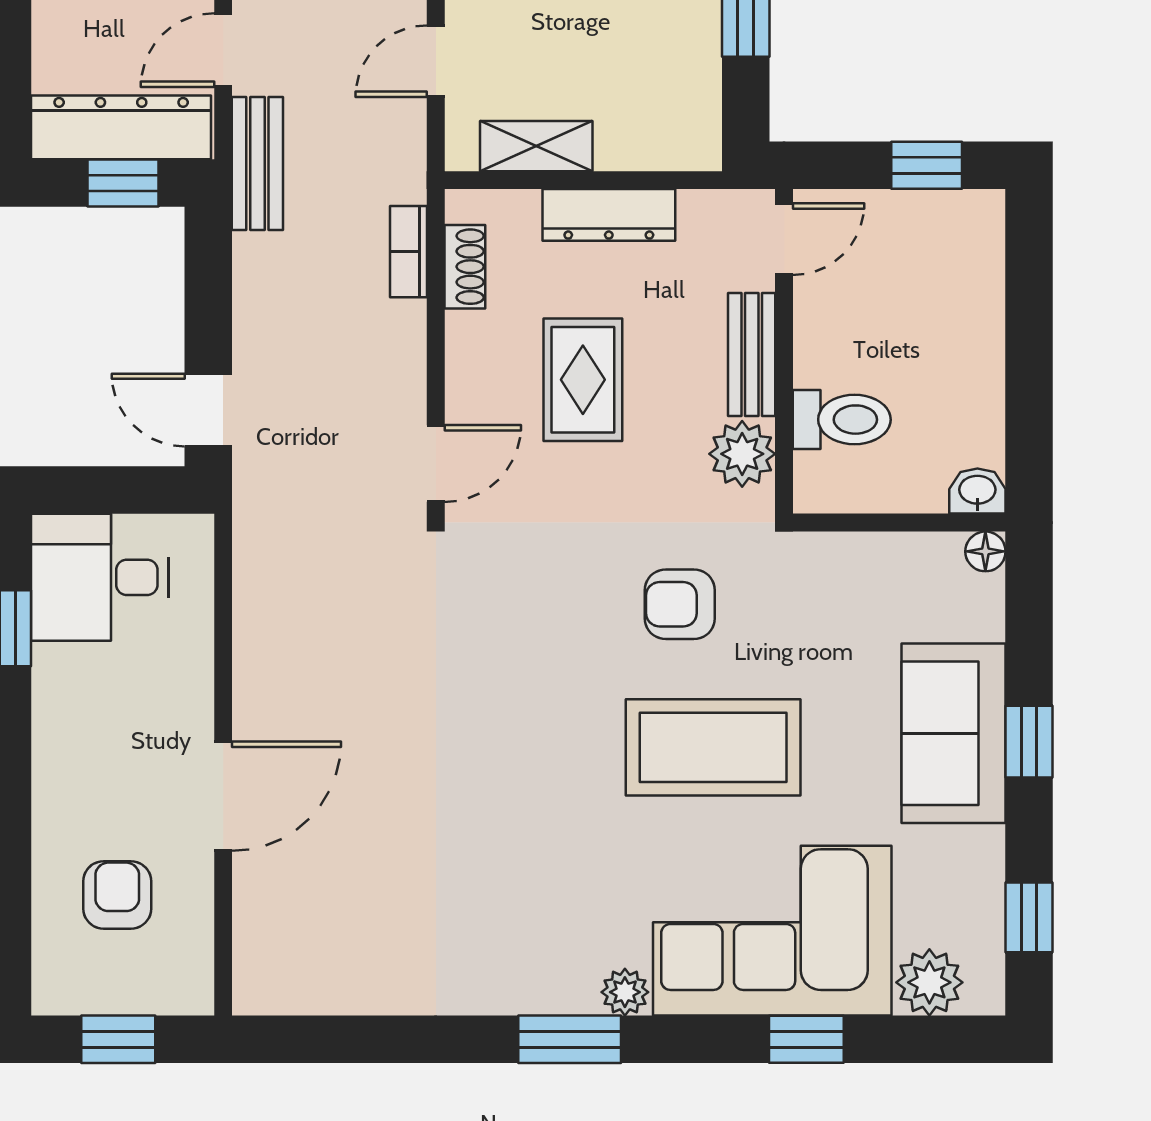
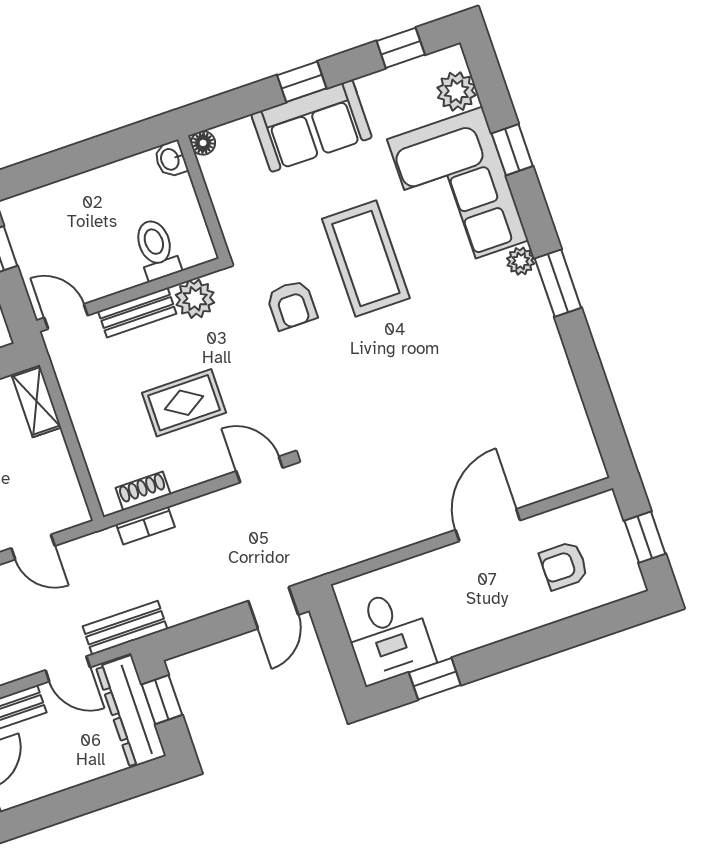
shelving: (536, 146) -> (36, 401), moved
dresser: (609, 215) -> (86, 420), removed
door: (223, 796) -> (488, 525), hinge flipped

